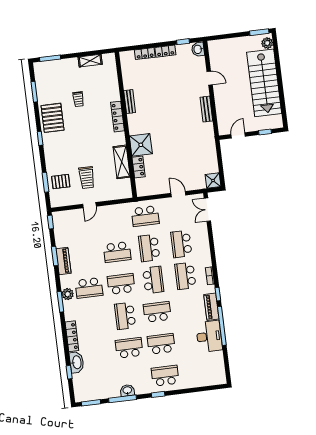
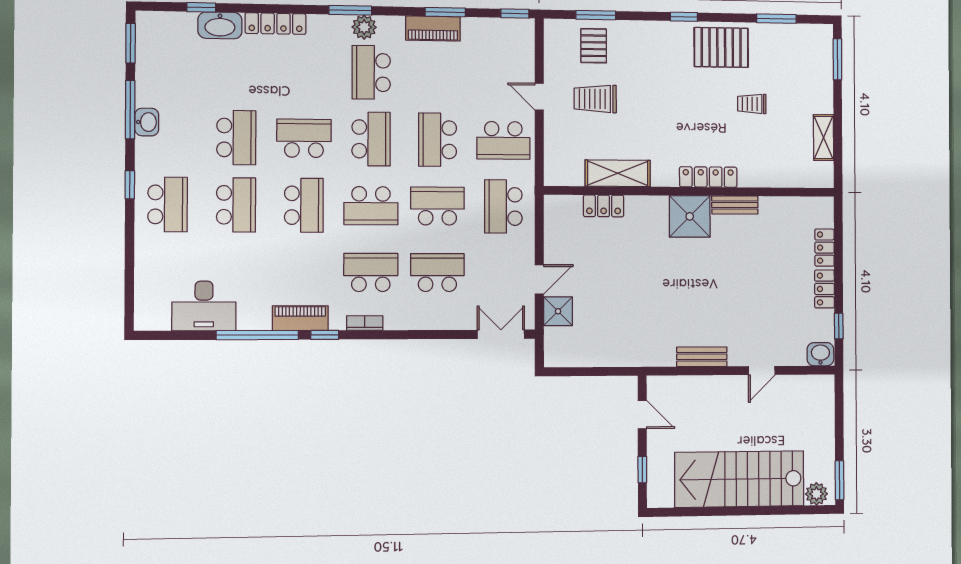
shower: (141, 145) -> (690, 216), moved
shower: (213, 181) -> (558, 311), moved
school desk: (113, 220) -> (503, 140), added
desk: (209, 336) -> (204, 306), moved

